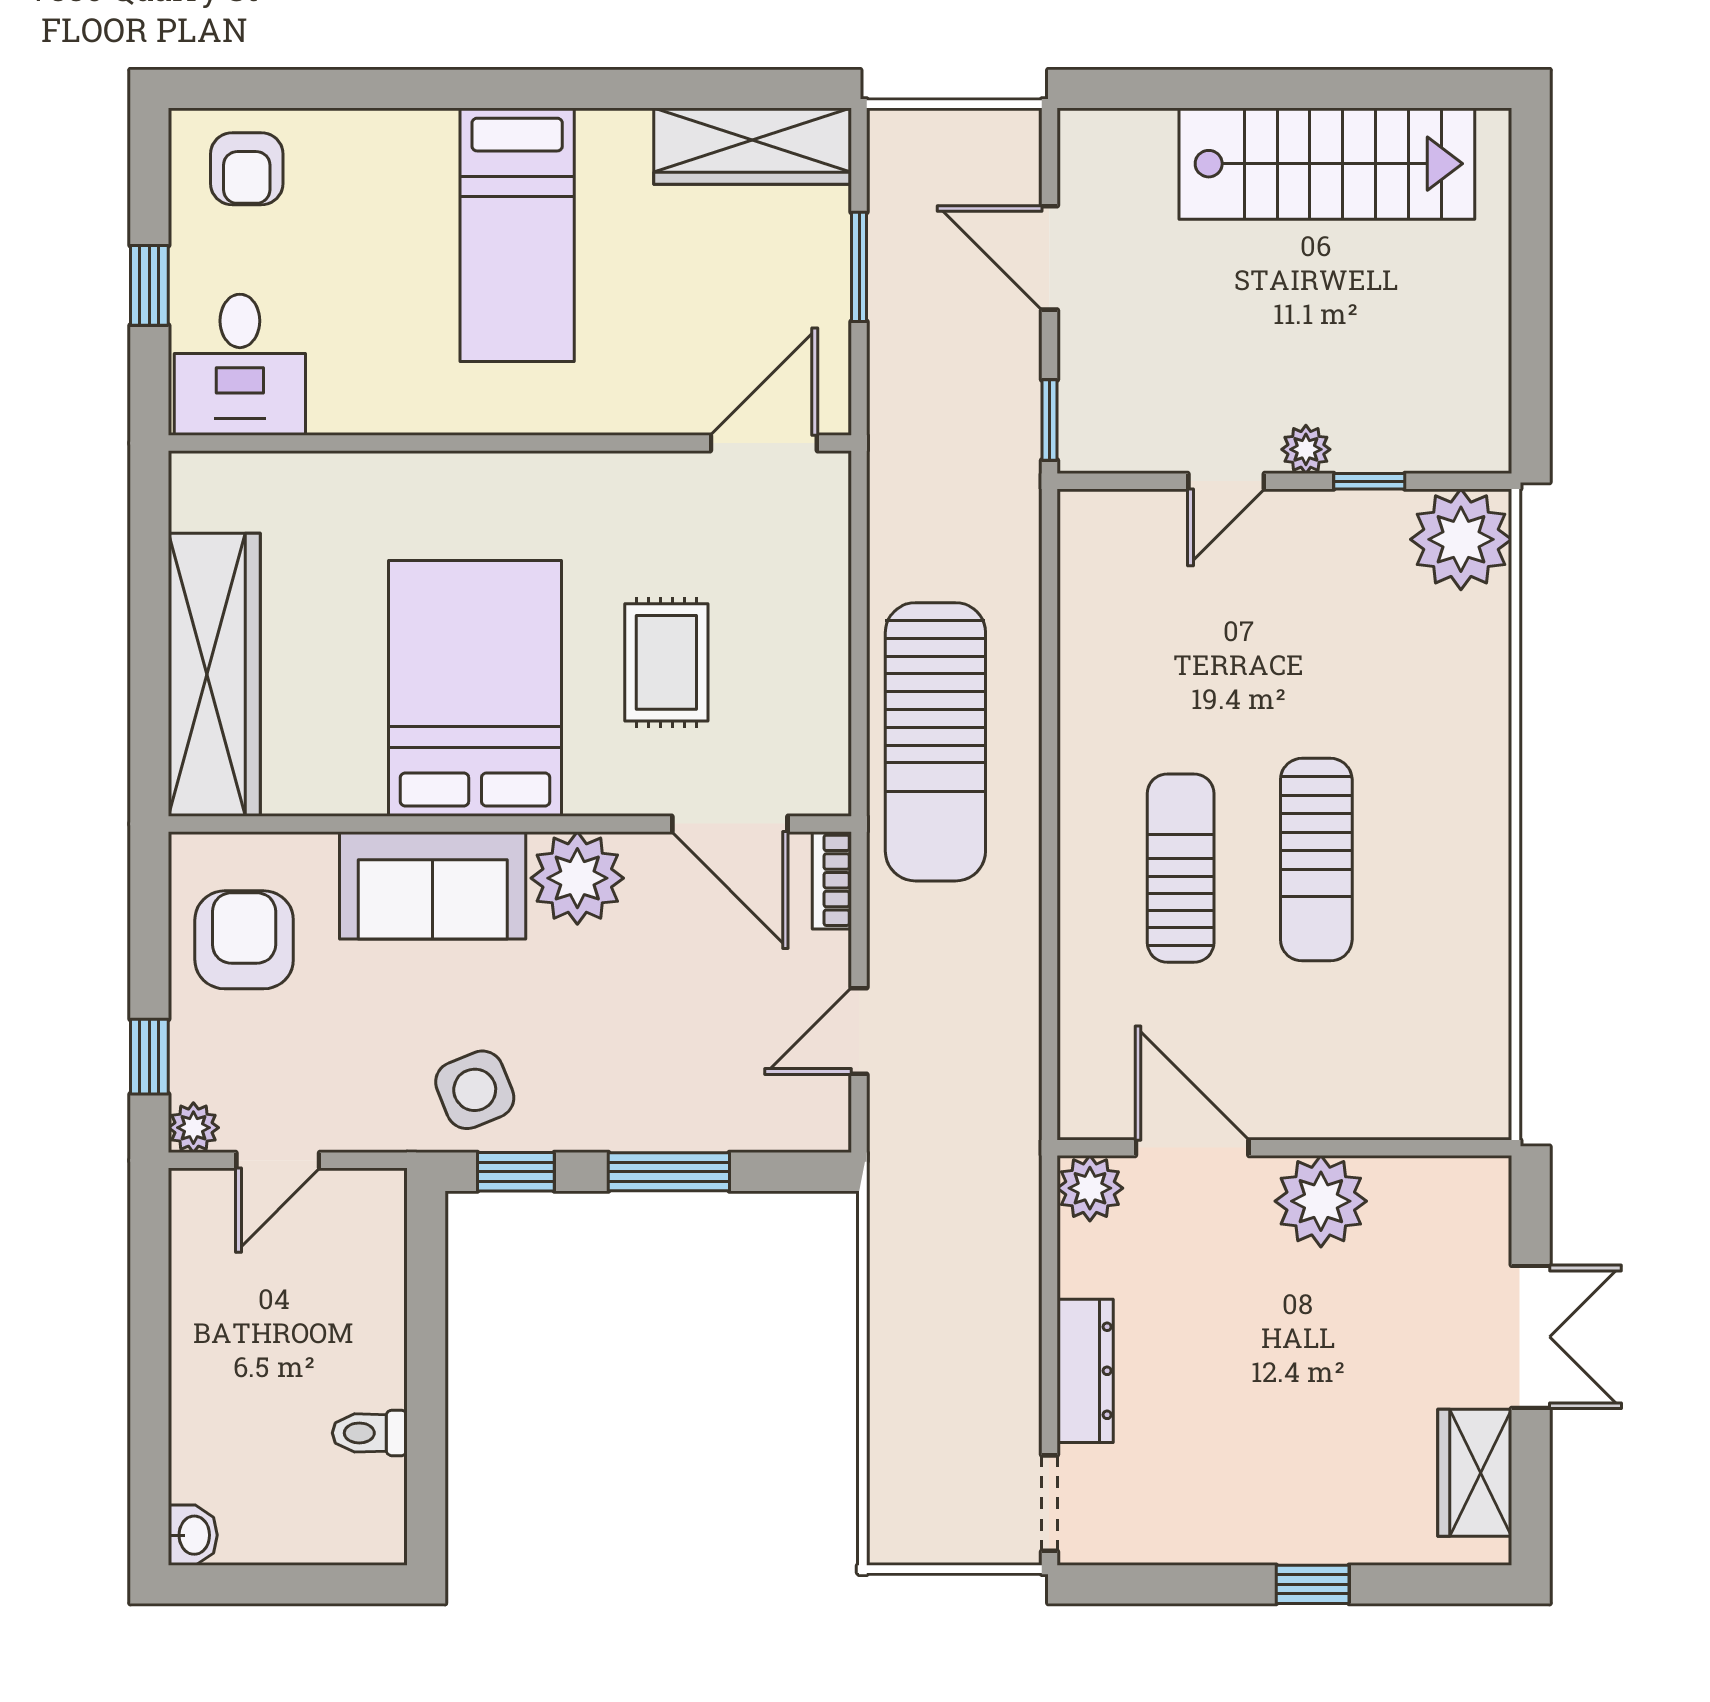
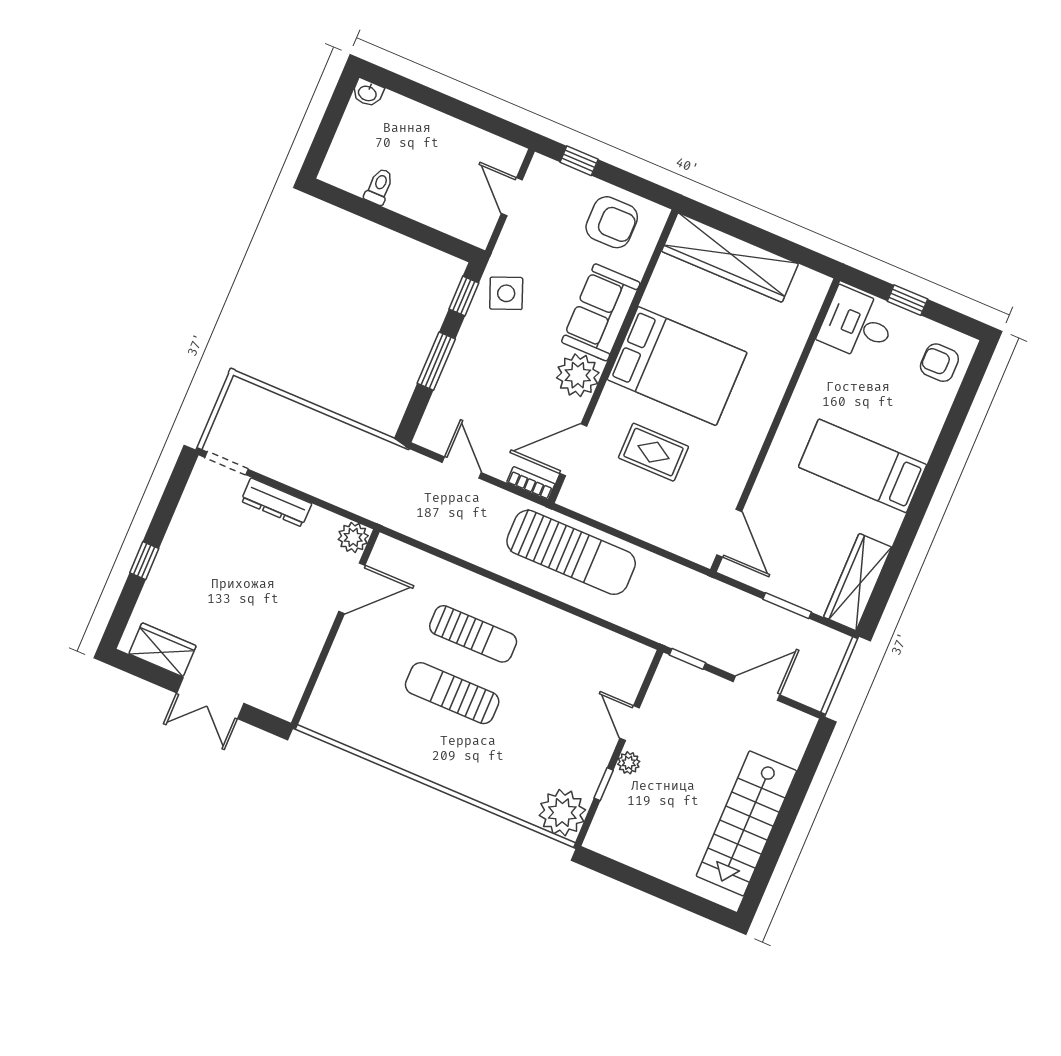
sun lounger: (935, 742) -> (571, 552), turned 180
plant: (193, 1128) -> (541, 167), removed
plant: (1321, 1201) -> (306, 633), removed

